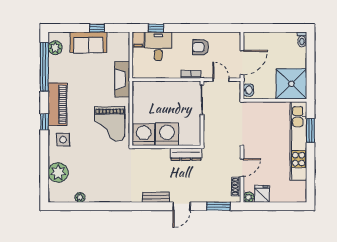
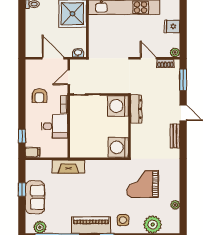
desk: (158, 46) -> (55, 126), moved, turned 180
grand piano: (110, 124) -> (143, 184), moved, turned 180
washing machine: (167, 134) -> (118, 106), moved
fridge: (262, 194) -> (172, 26), moved

